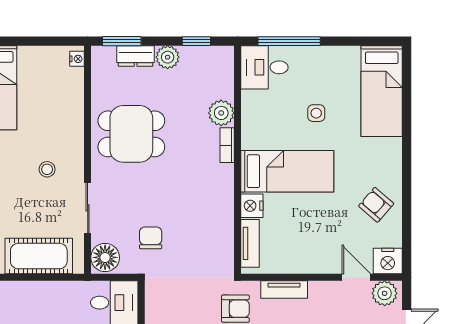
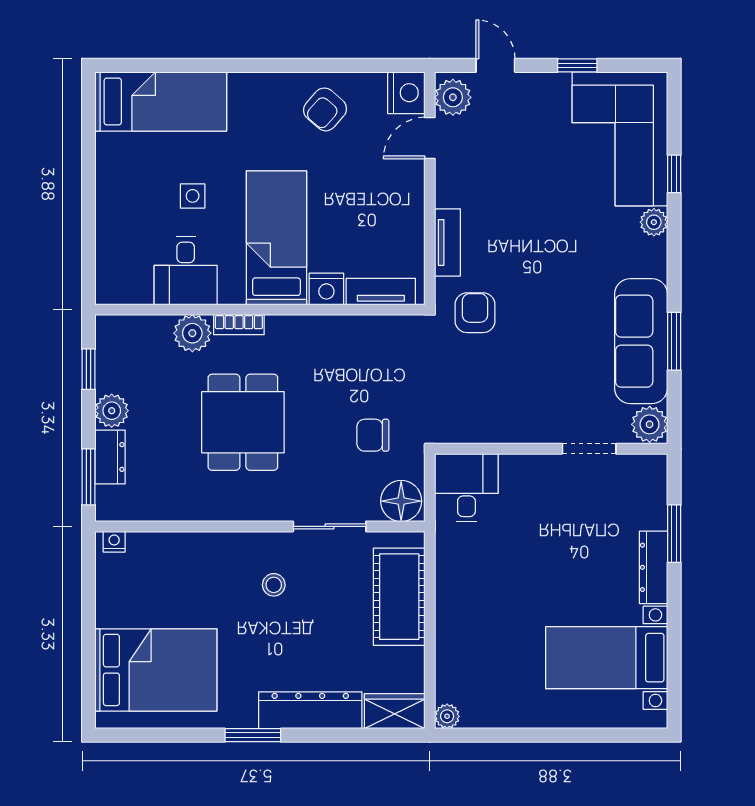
window: (289, 41) -> (88, 235), removed
desk: (264, 67) -> (186, 271), moved
dining table: (131, 134) -> (243, 422), moved

